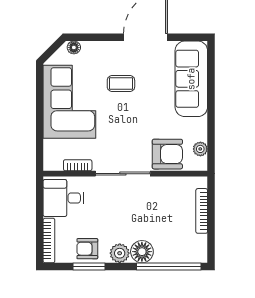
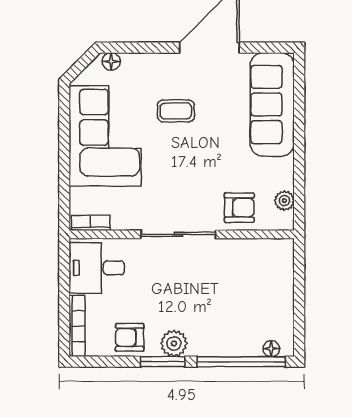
armchair: (167, 154) -> (239, 208), width x0.72, depth x0.72
bookcase: (78, 165) -> (91, 223), moved
bookcase: (202, 211) -> (286, 286), removed
floor lamp: (142, 252) -> (271, 349), moved, width x0.53, depth x0.53
window: (89, 266) -> (163, 362), moved

